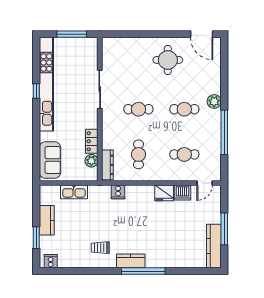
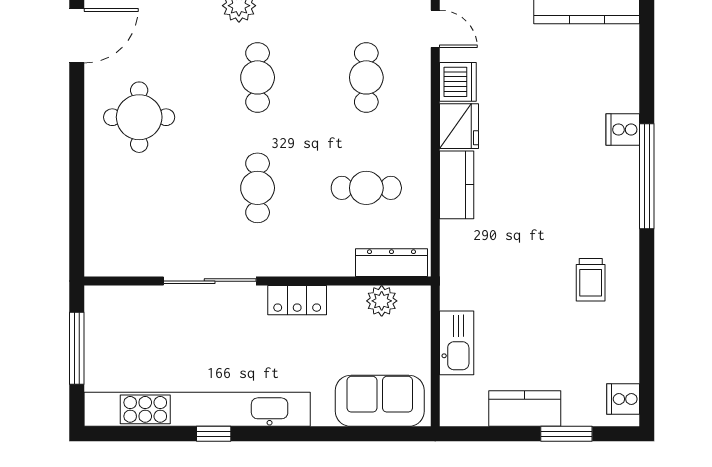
locker: (92, 141) -> (297, 300), moved
cooker: (118, 192) -> (623, 130), moved, turned 180
kitchen counter: (131, 261) -> (457, 185), moved, turned 180

